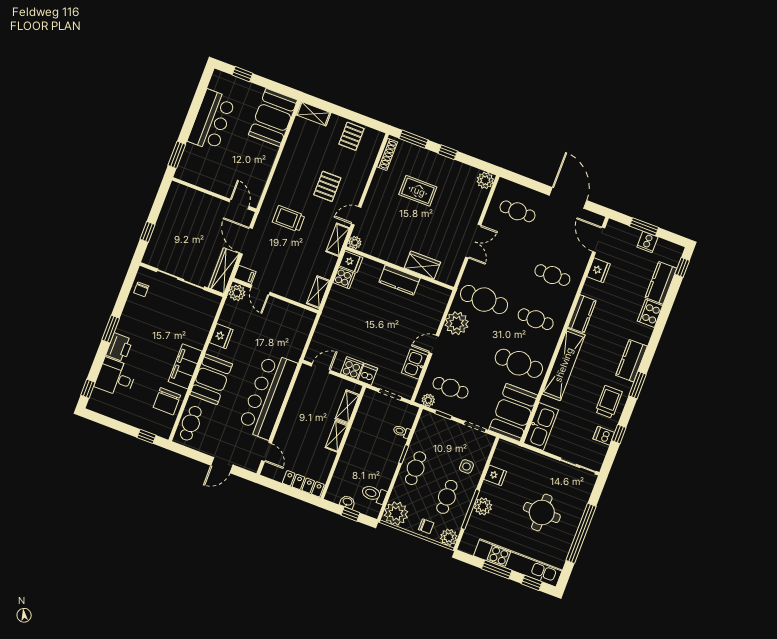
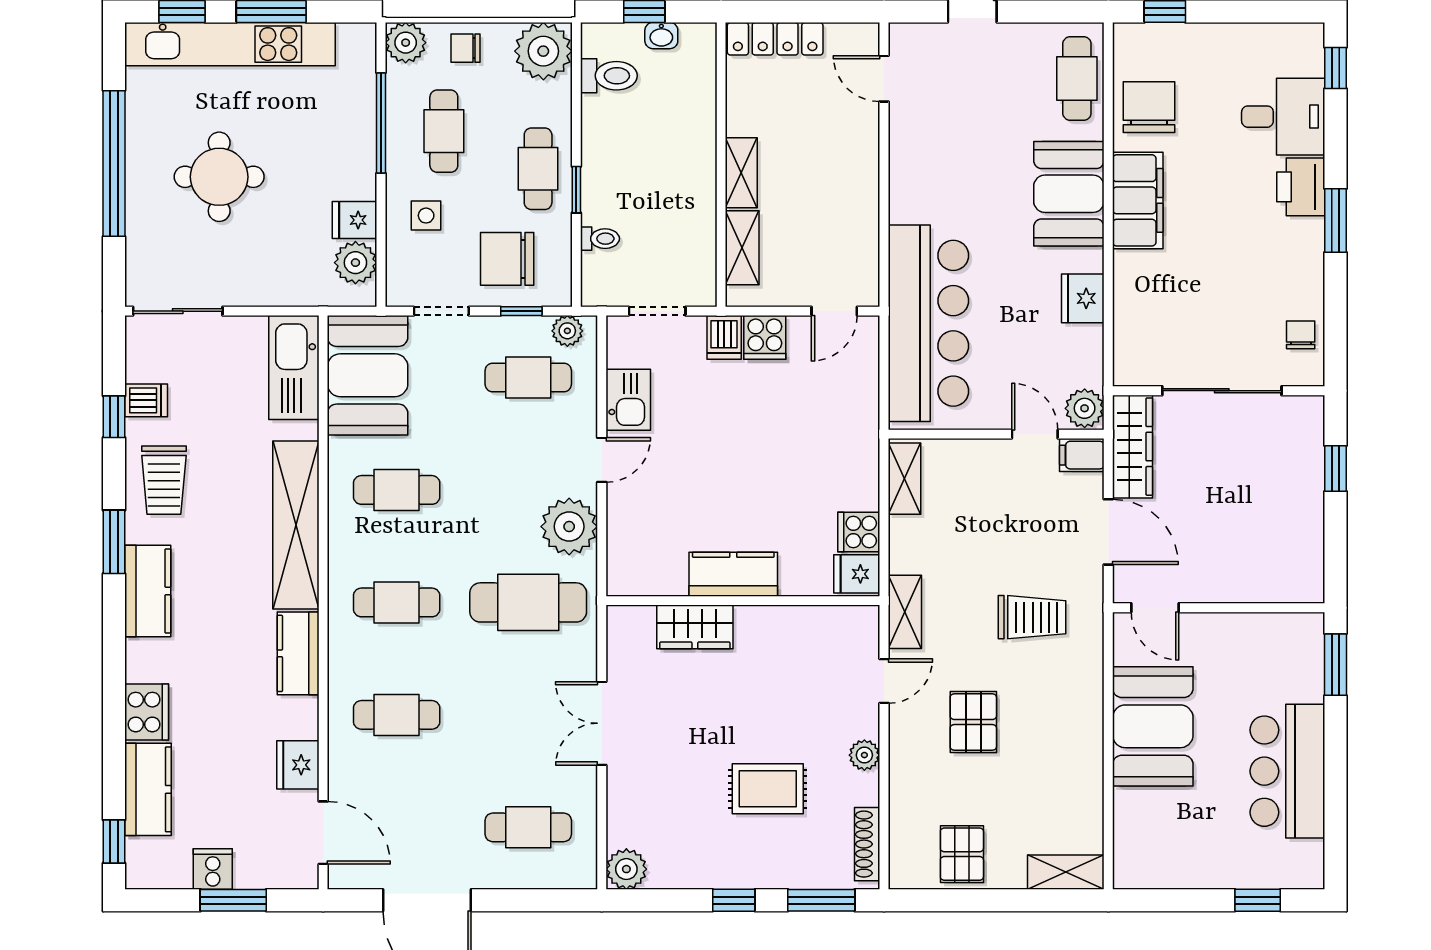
booth: (273, 117) -> (1153, 726), moved
plant: (355, 243) -> (864, 755), moved
cafe table: (519, 363) -> (397, 490), width x0.73, depth x0.74
bar counter: (268, 396) -> (928, 323), moved
chair: (441, 437) -> (507, 259), added
plant: (483, 506) -> (355, 263), moved

